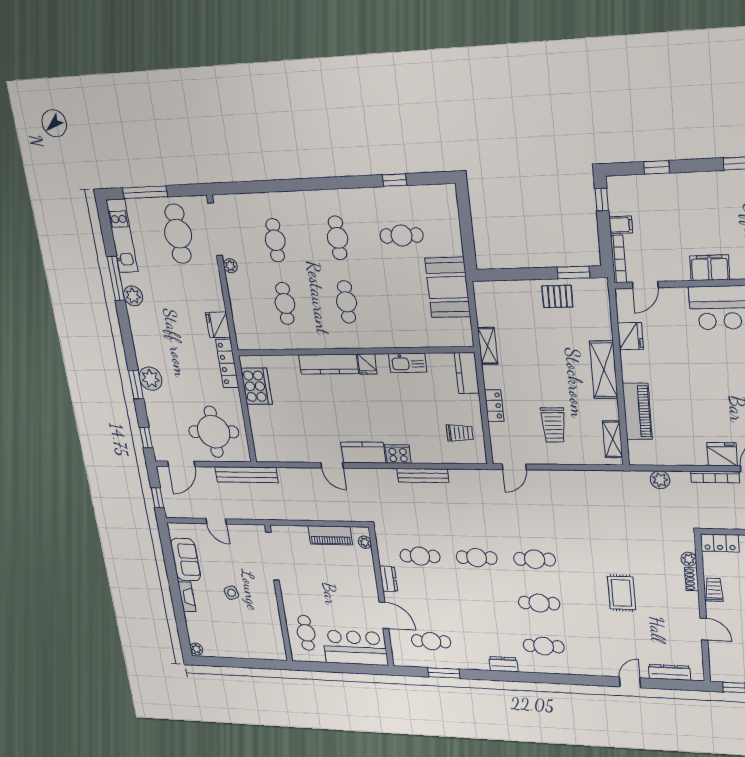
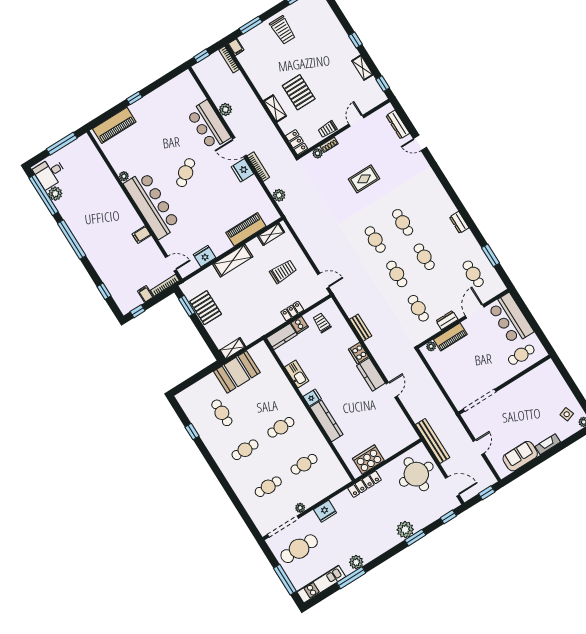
filing cabinet: (710, 268) -> (142, 235), width x0.50
pallet: (557, 296) -> (206, 308), width x1.50, depth x1.42
fridge: (218, 325) -> (325, 511), moved
shelving: (488, 346) -> (232, 349), moved
cooker: (471, 404) -> (300, 325), added
bench: (423, 475) -> (361, 328), width x0.73
piano: (330, 535) -> (450, 337), moved, turned 90
side table: (231, 593) -> (567, 414), moved
cafe table: (544, 646) -> (424, 257), moved

